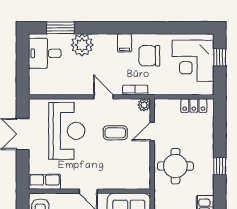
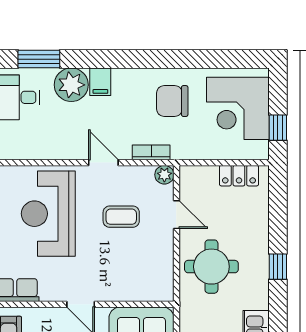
filing cabinet: (125, 43) -> (100, 82), moved
window: (220, 57) -> (278, 128), moved
reception desk: (67, 131) -> (48, 214), turned 180
door: (152, 131) -> (176, 215), swing flipped

